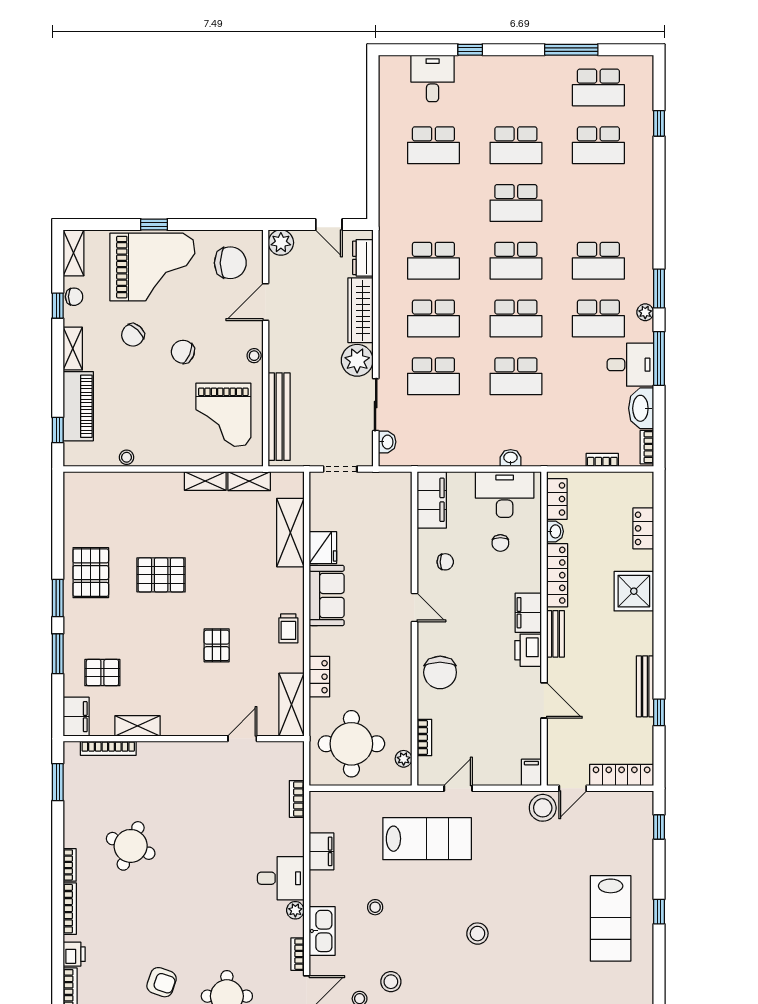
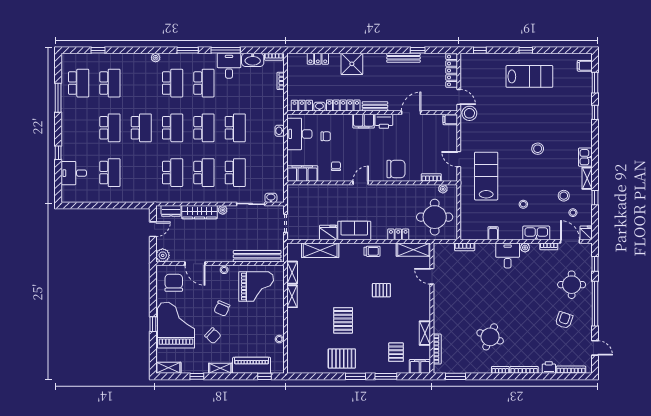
chair: (74, 297) -> (192, 368), removed
plant: (645, 312) -> (156, 58), moved
plant: (357, 360) -> (223, 210), width x0.53, depth x0.53
filing cabinet: (322, 851) -> (493, 233), width x0.50

